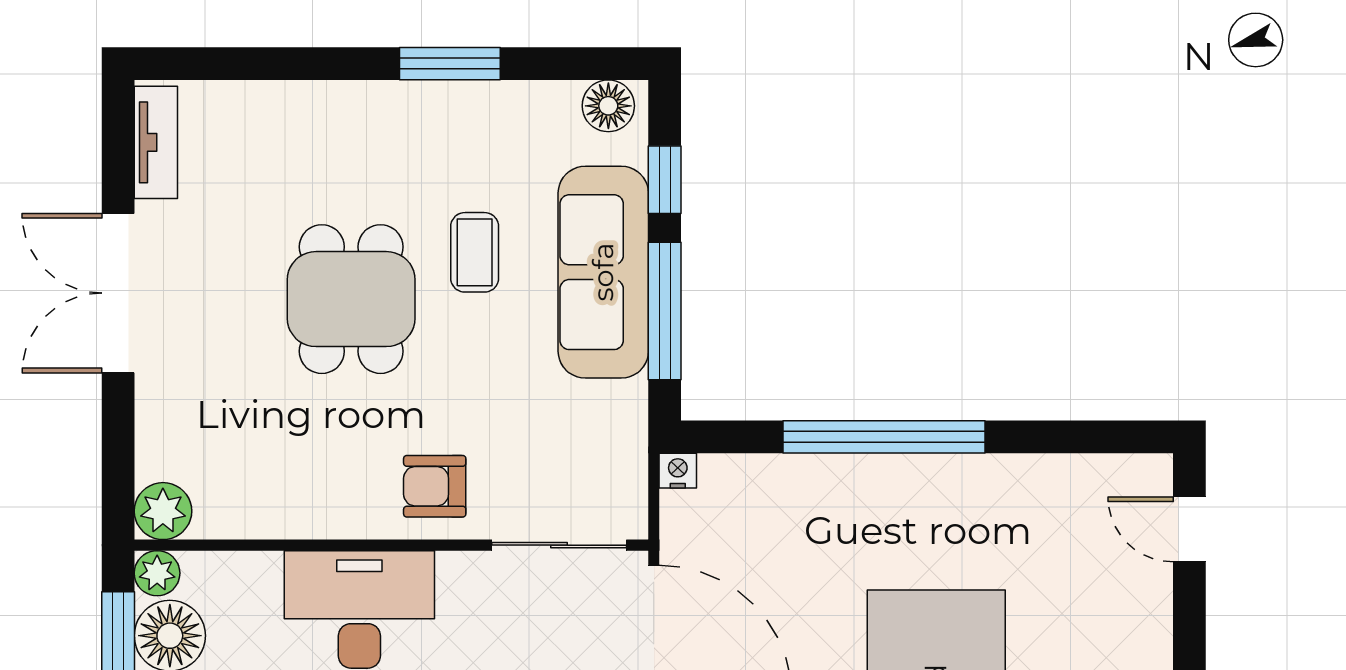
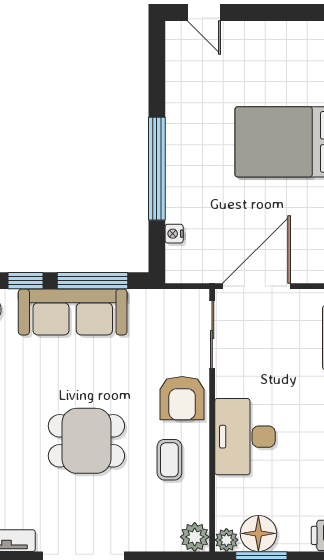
coffee table: (475, 252) -> (169, 460), moved, turned 90
nightstand: (678, 471) -> (174, 234), moved
armchair: (435, 486) -> (182, 398), width x1.38, depth x1.38
door: (1189, 529) -> (204, 13), hinge flipped

